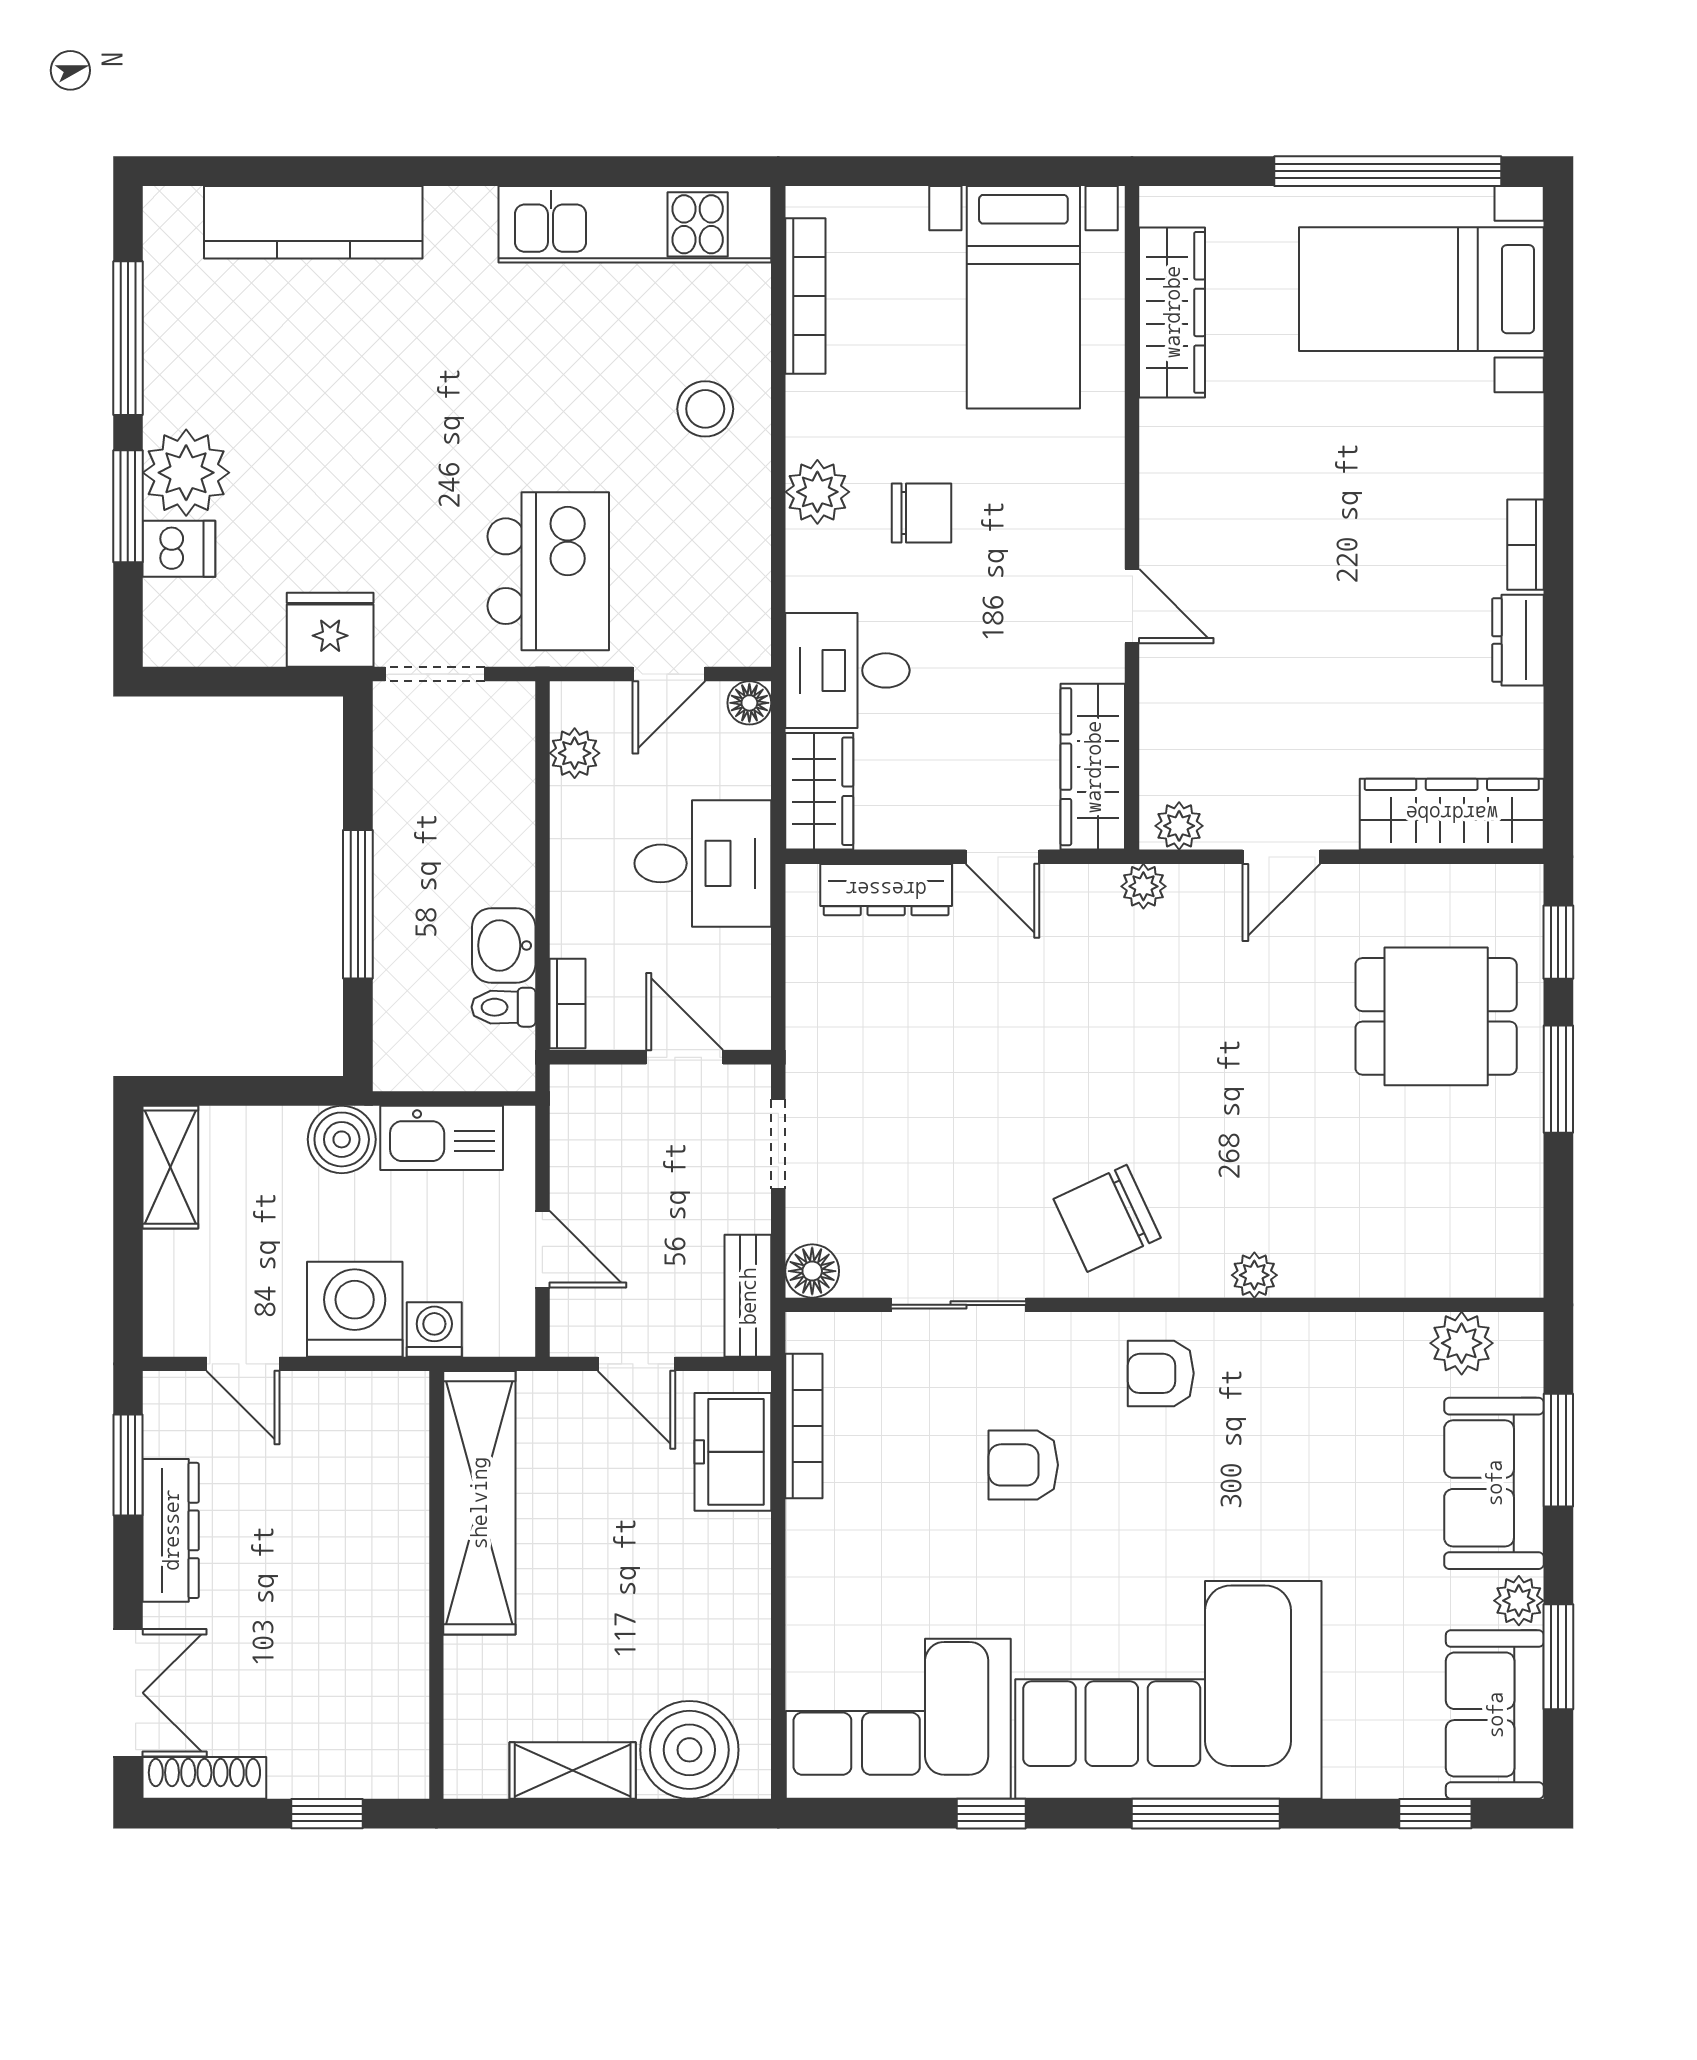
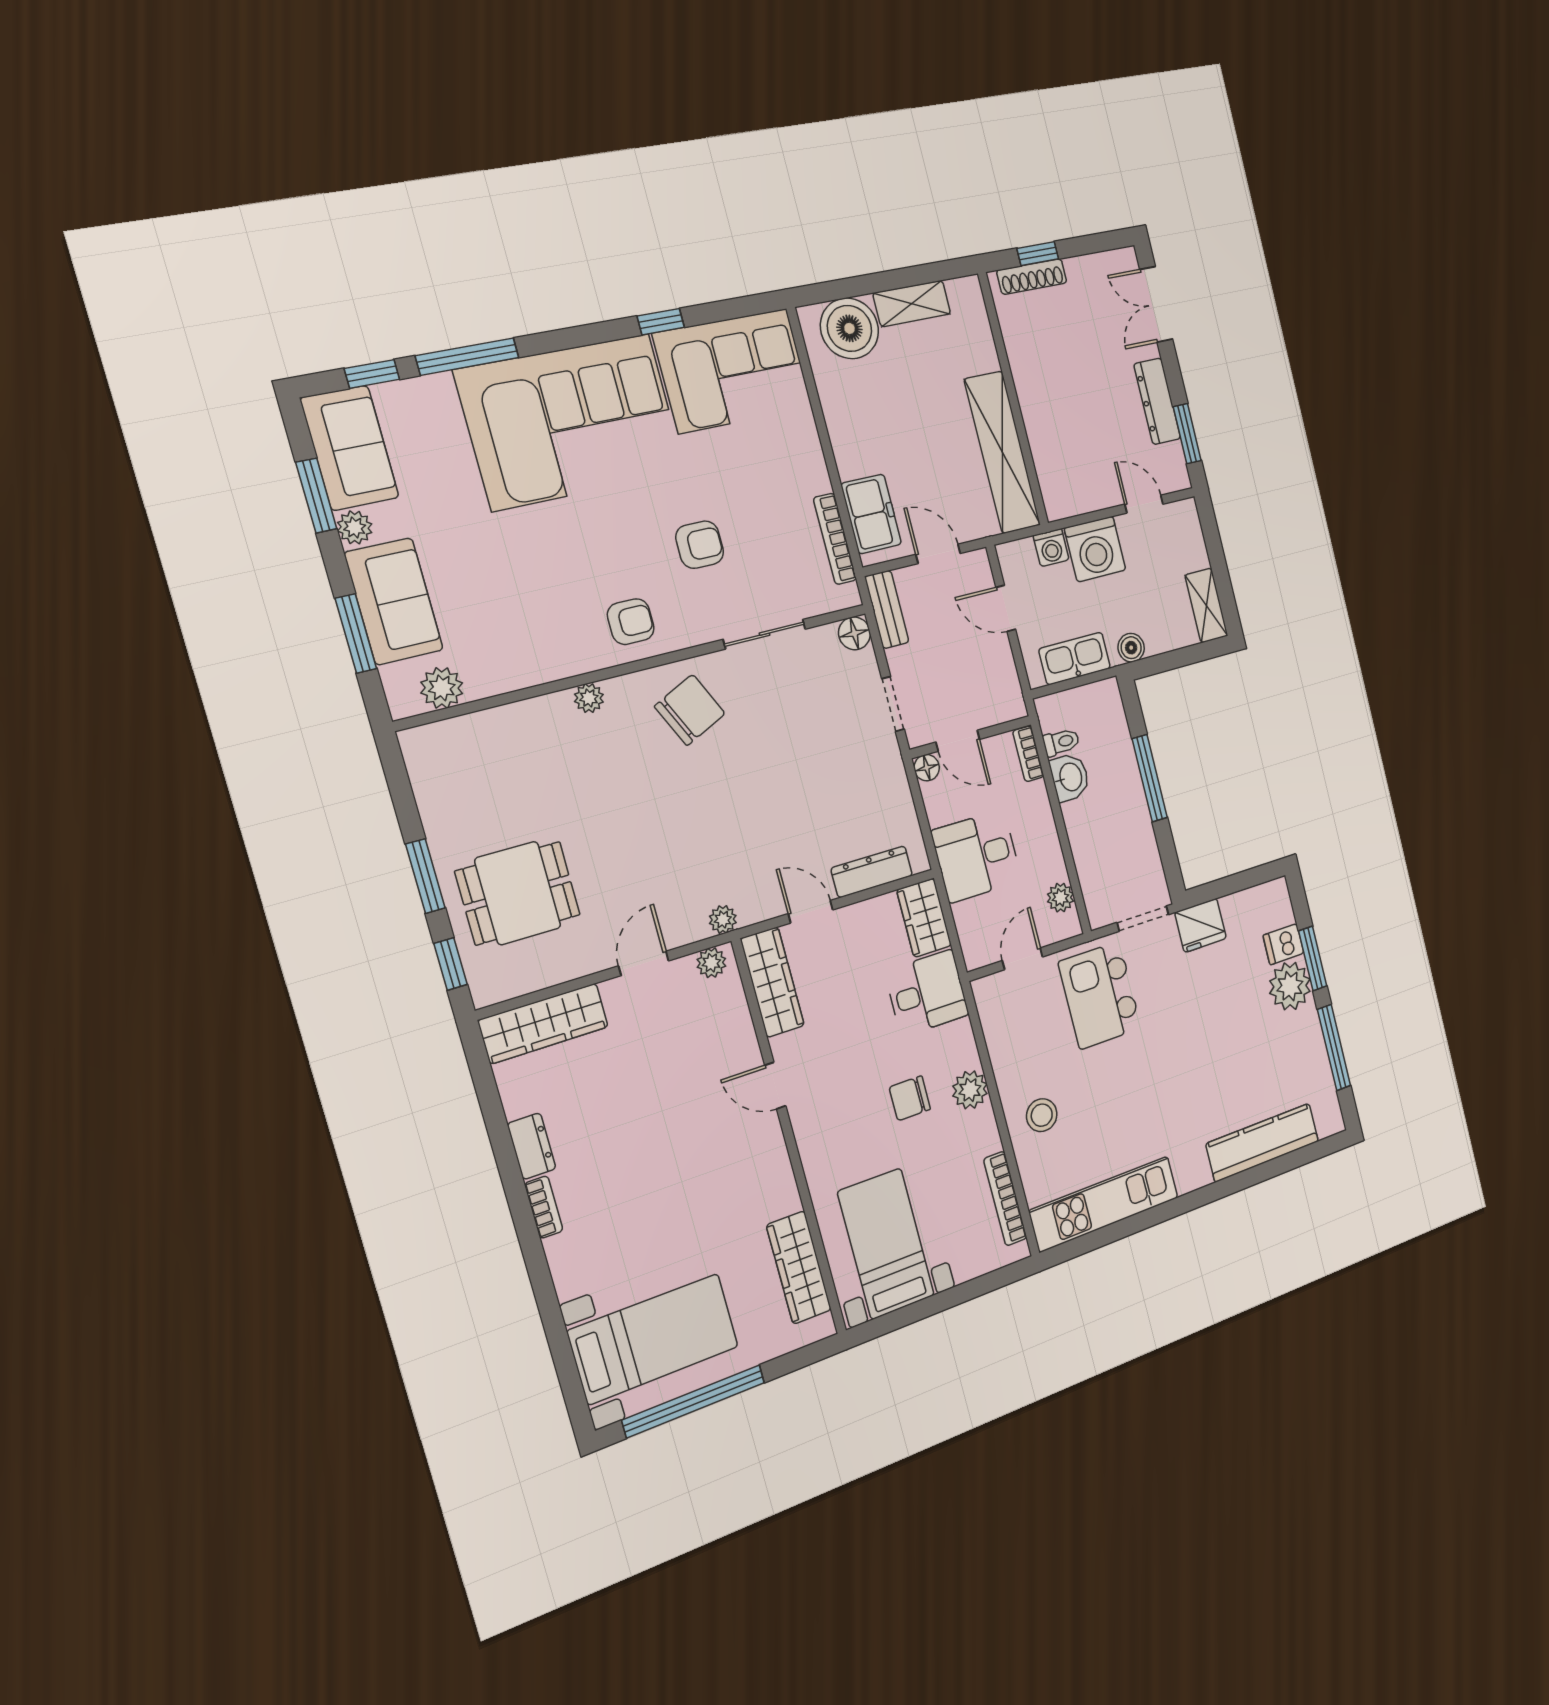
floor lamp: (749, 703) -> (927, 768), moved
boiler: (342, 1139) -> (1131, 648), width x0.73, depth x0.73
shoe rack: (204, 1778) -> (1032, 277), moved
window: (1206, 1814) -> (467, 357), moved

